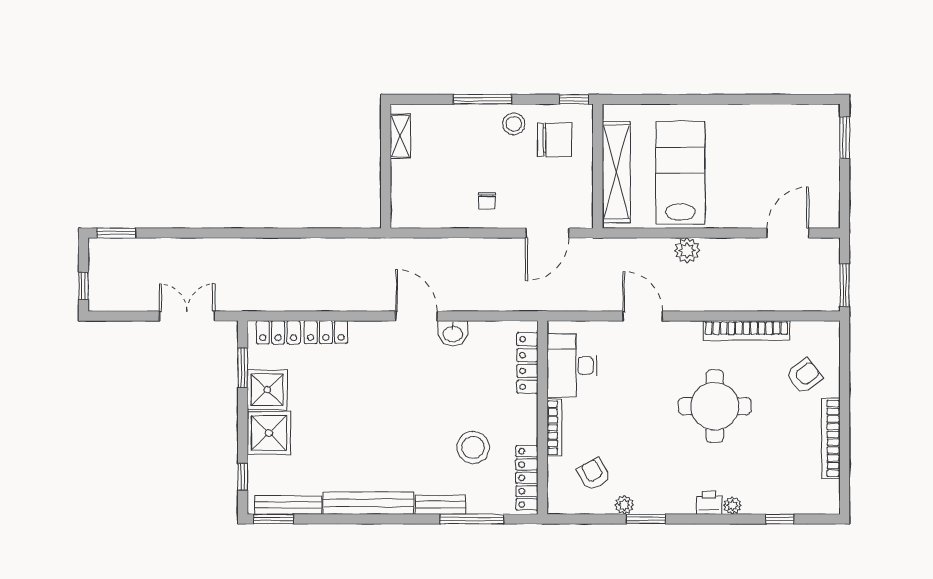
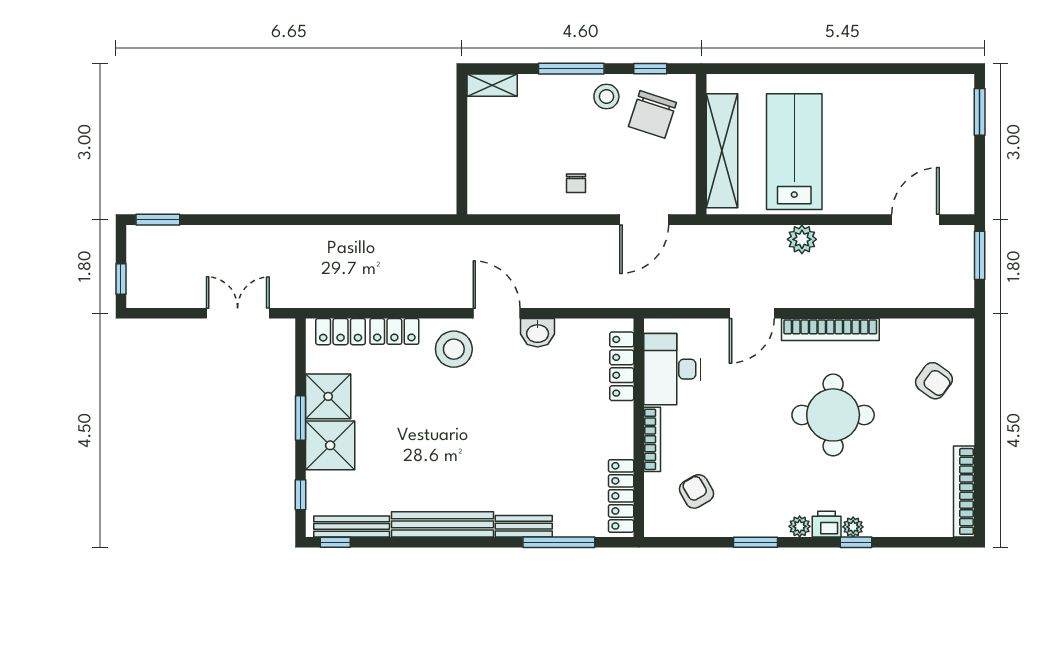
window: (574, 99) -> (650, 69), moved
shelving: (400, 136) -> (492, 85), moved, turned 90
chair: (555, 140) -> (652, 114), turned 108
window: (845, 285) -> (980, 255), moved
door: (643, 316) -> (752, 313), swing flipped
bookcase: (746, 330) -> (830, 330), moved
window: (243, 368) -> (300, 418), moved
armchair: (804, 376) -> (934, 381), turned 73
bookcase: (831, 438) -> (964, 491), moved
stool: (473, 447) -> (454, 349), moved
plant: (624, 505) -> (800, 526), moved
window: (273, 519) -> (335, 542), width x0.67
window: (780, 519) -> (856, 542), moved

